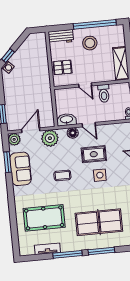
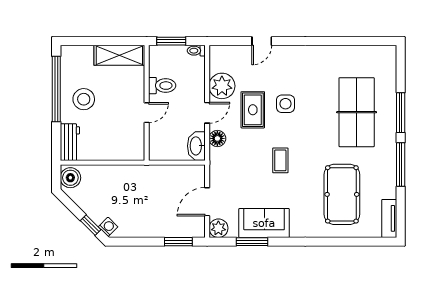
boiler: (38, 39) -> (70, 178), added
pallet: (63, 67) -> (117, 144), removed
door: (31, 130) -> (207, 202), hinge flipped
plant: (50, 138) -> (222, 86), moved
tv unit: (47, 249) -> (389, 218), moved

